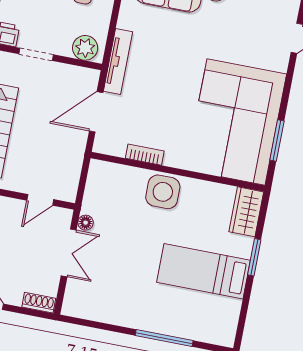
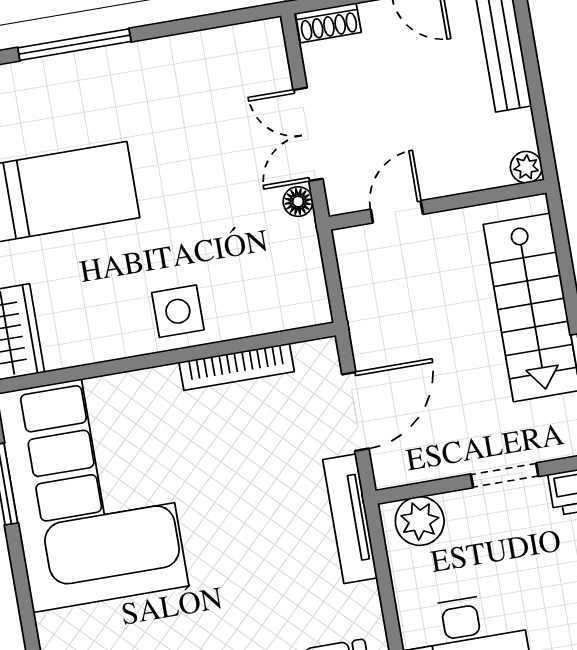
bookcase: (145, 155) -> (237, 367), width x1.56
side table: (163, 192) -> (178, 311), width x0.73, depth x0.73

